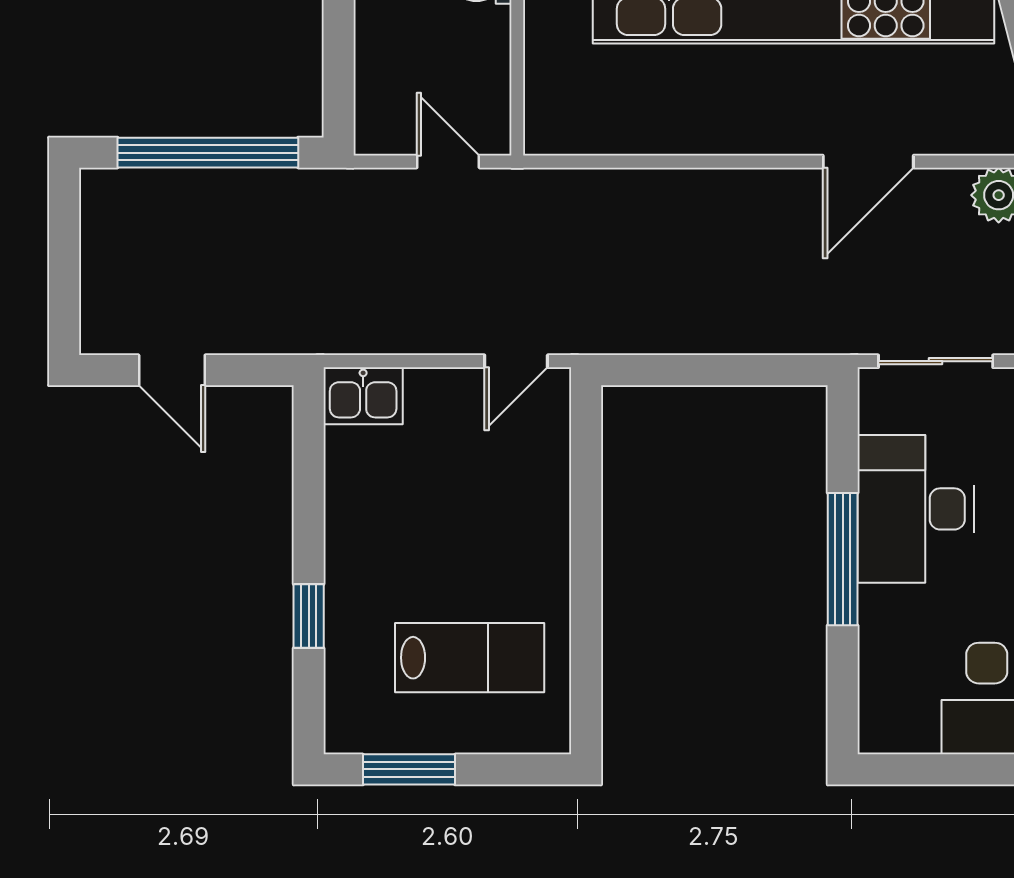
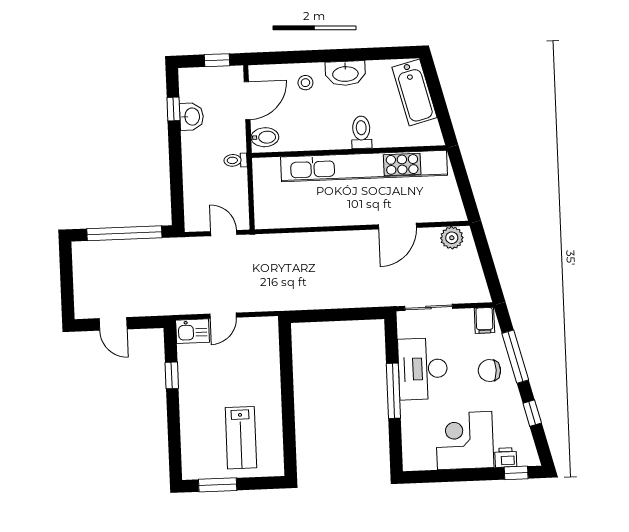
door: (516, 361) -> (223, 316), moved
window: (309, 616) -> (172, 375), moved
lab bench: (470, 658) -> (241, 438), turned 90

